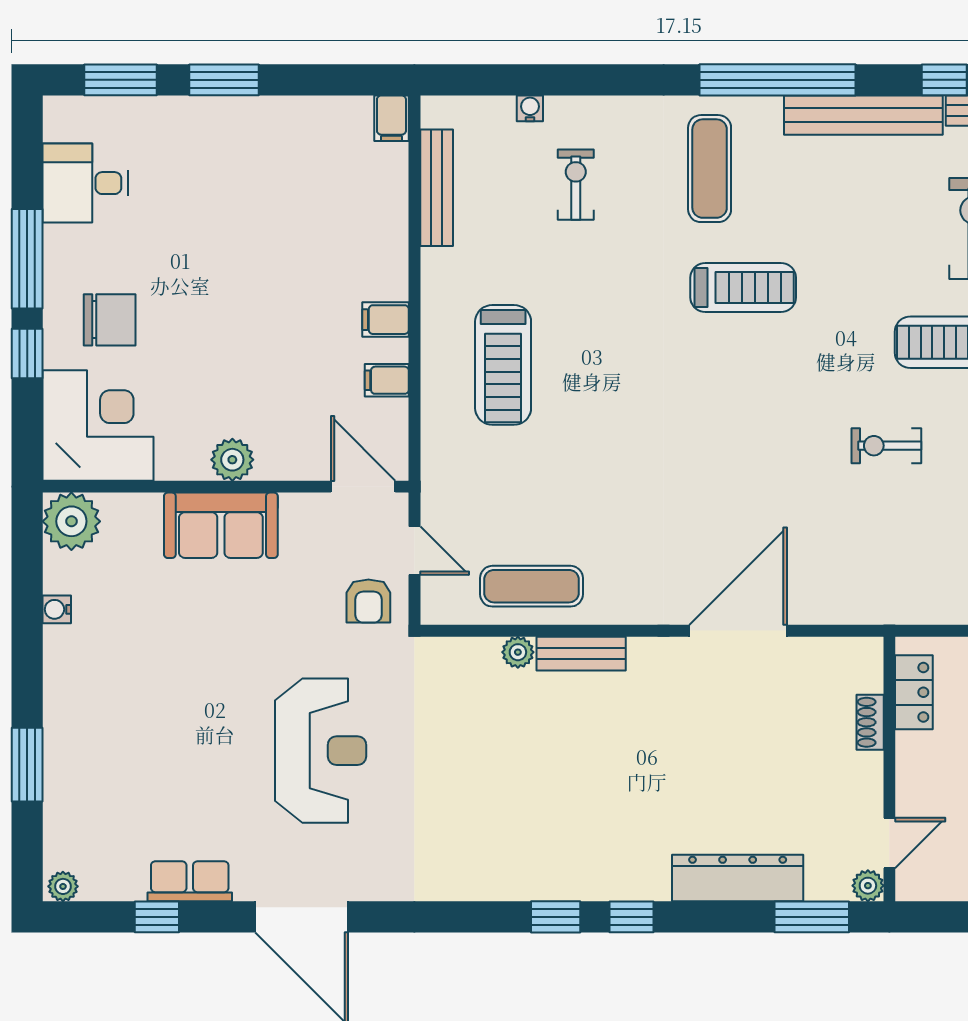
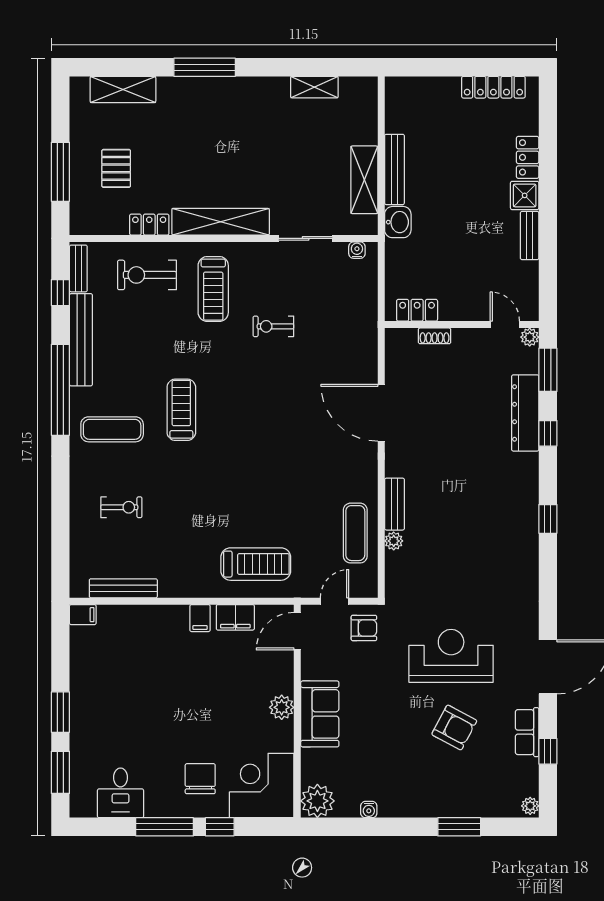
water cooler: (530, 108) -> (77, 534), removed
exercise bike: (576, 185) -> (121, 507), turned 180
treadmill: (503, 365) -> (256, 564), moved
filing cabinet: (387, 380) -> (235, 617), width x2.00
exercise bike: (886, 446) -> (273, 326), turned 90
armchair: (198, 756) -> (454, 727), added
window: (632, 917) -> (548, 433), moved

